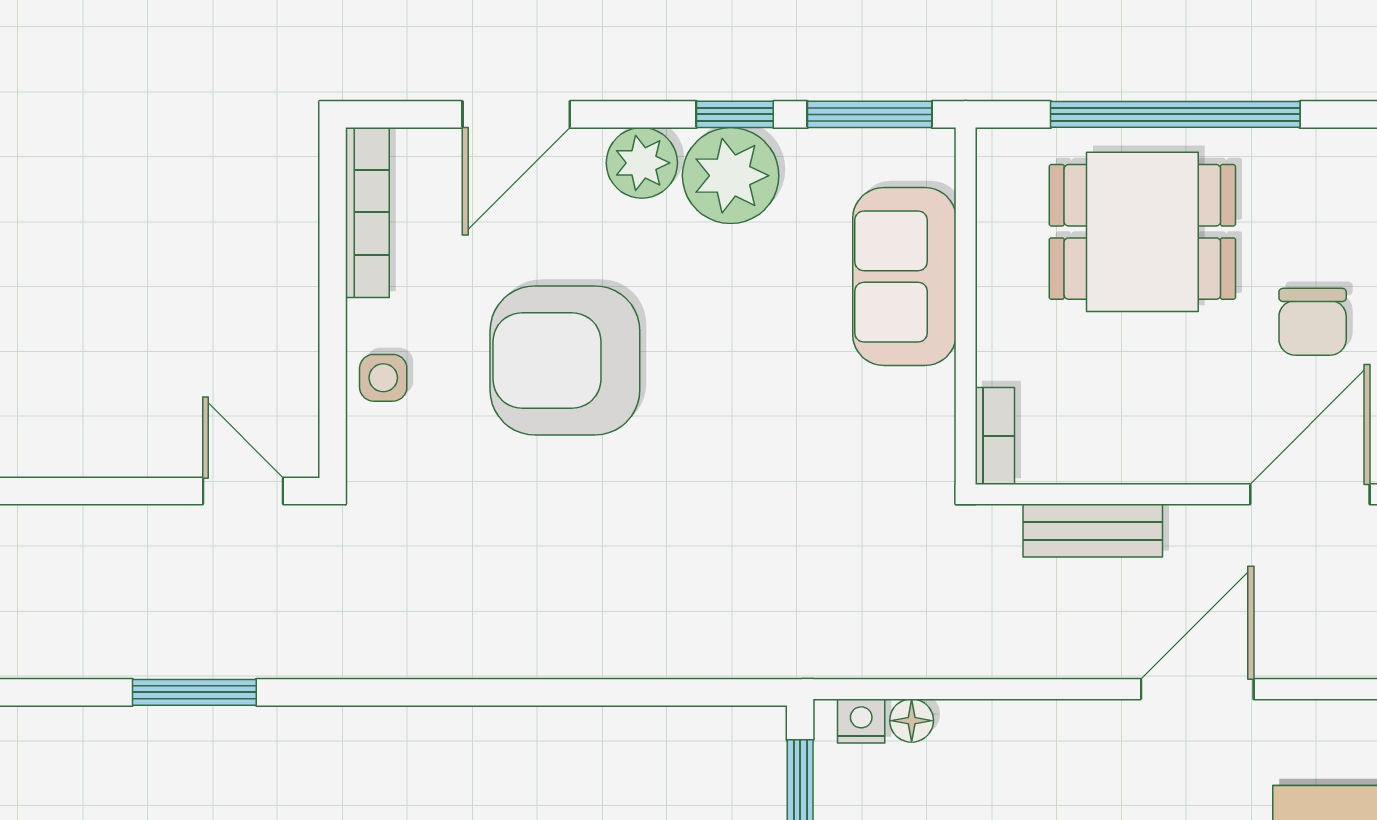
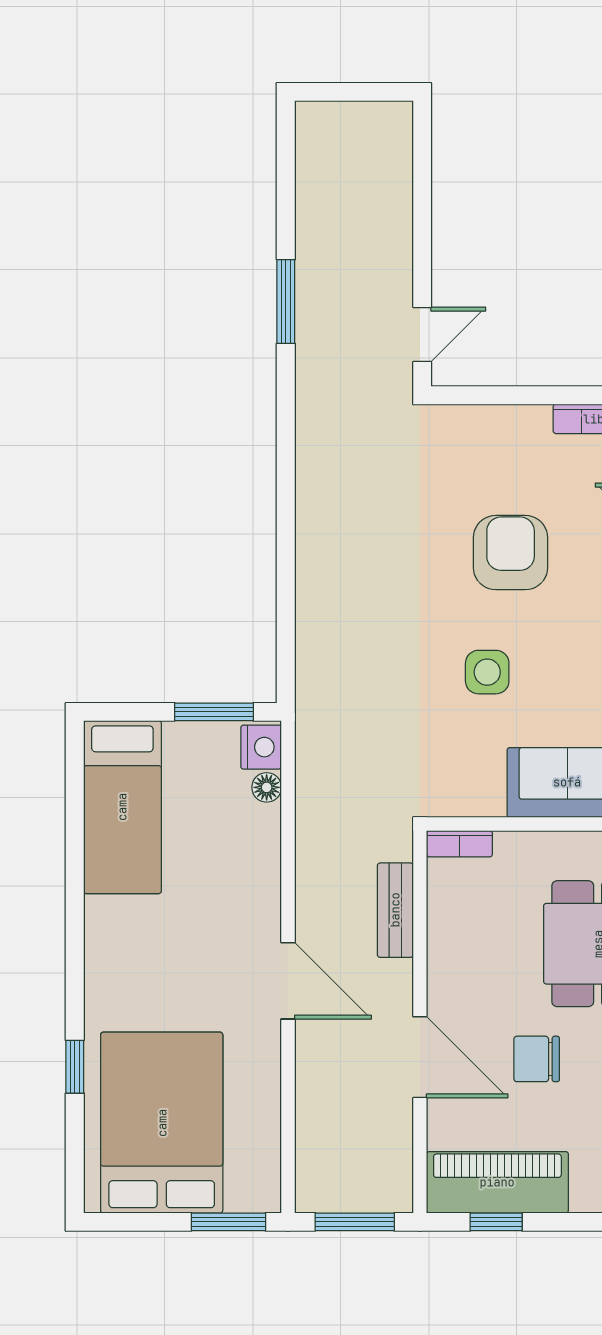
armchair: (565, 360) -> (511, 553), width x0.73, depth x0.73
side table: (383, 378) -> (487, 672), moved, width x1.37, depth x1.37
nightstand: (861, 721) -> (261, 747), width x1.39, depth x1.35

